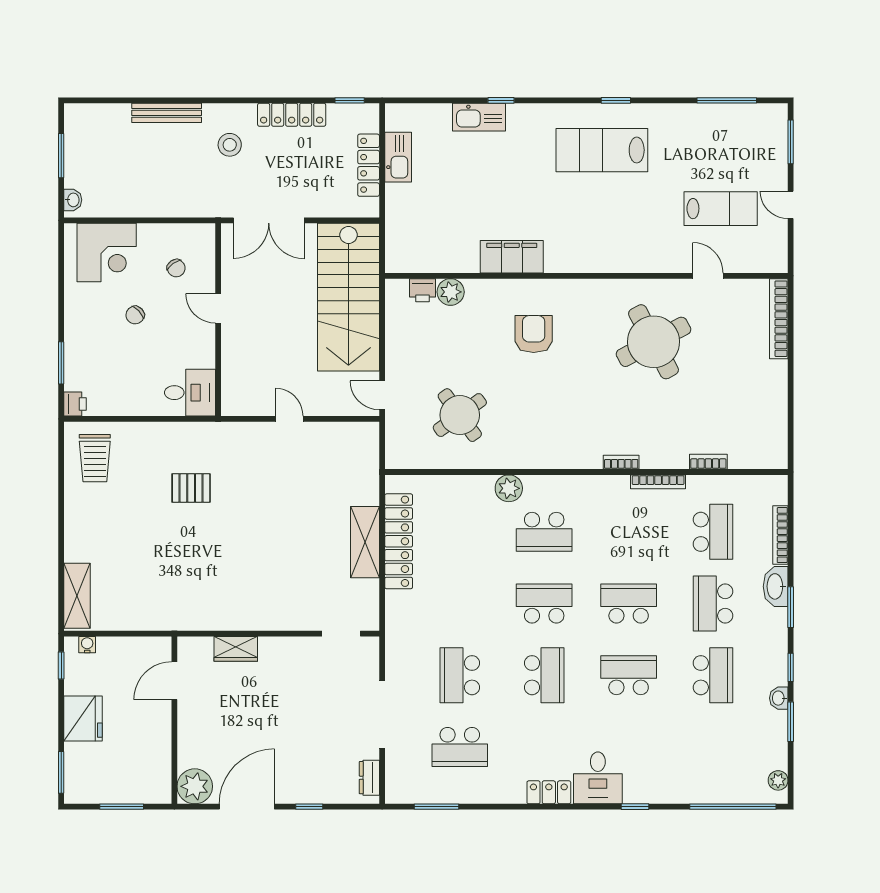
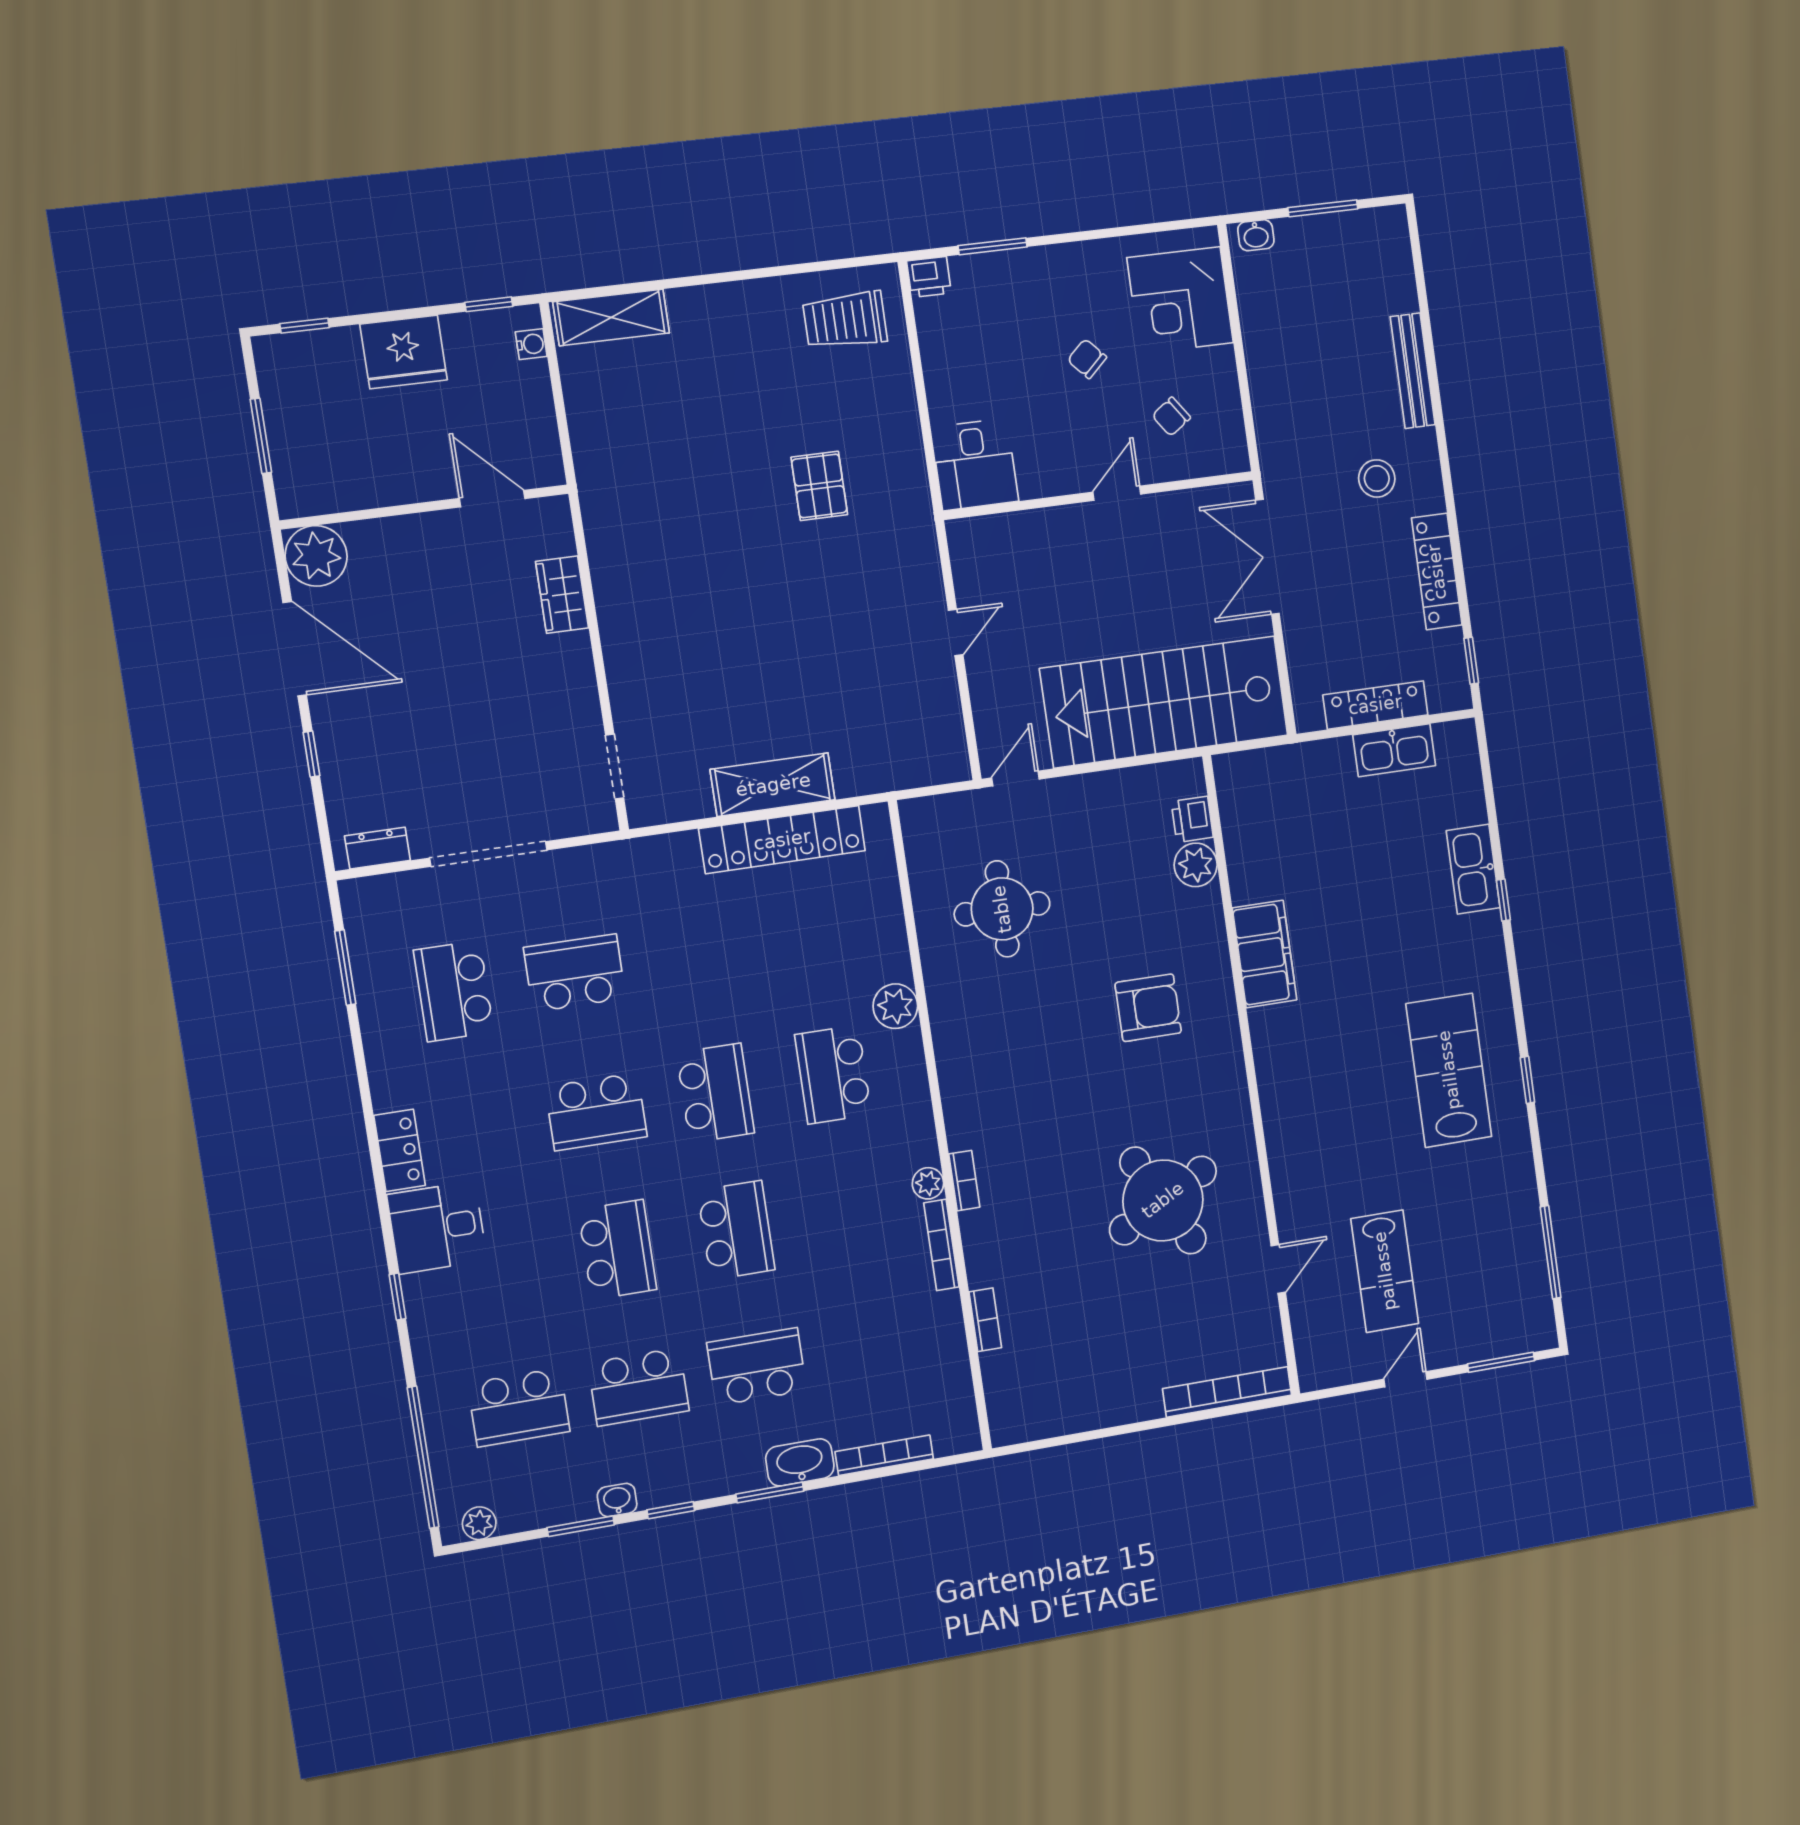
round table: (460, 415) -> (1002, 909), turned 36
plant: (619, 484) -> (928, 1183), added
school desk: (713, 532) -> (519, 1407), moved
window: (61, 772) -> (304, 326), width x0.67

